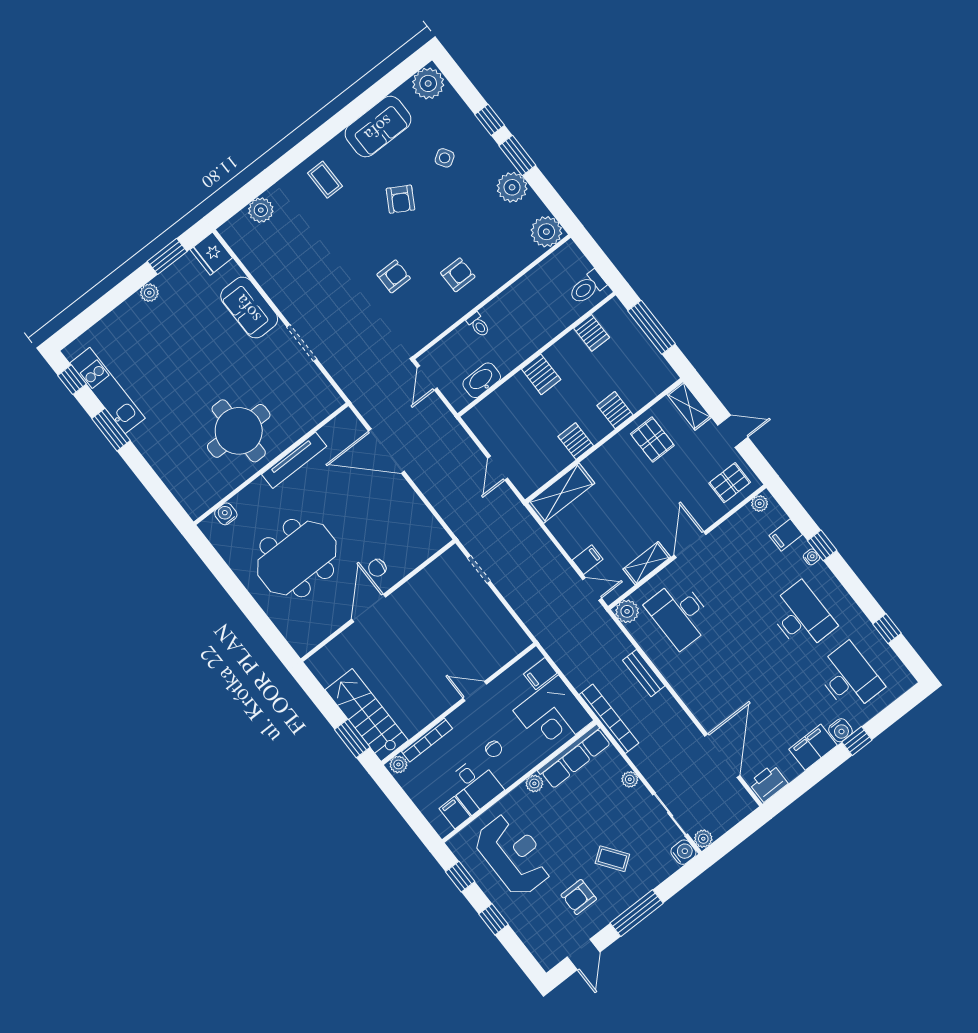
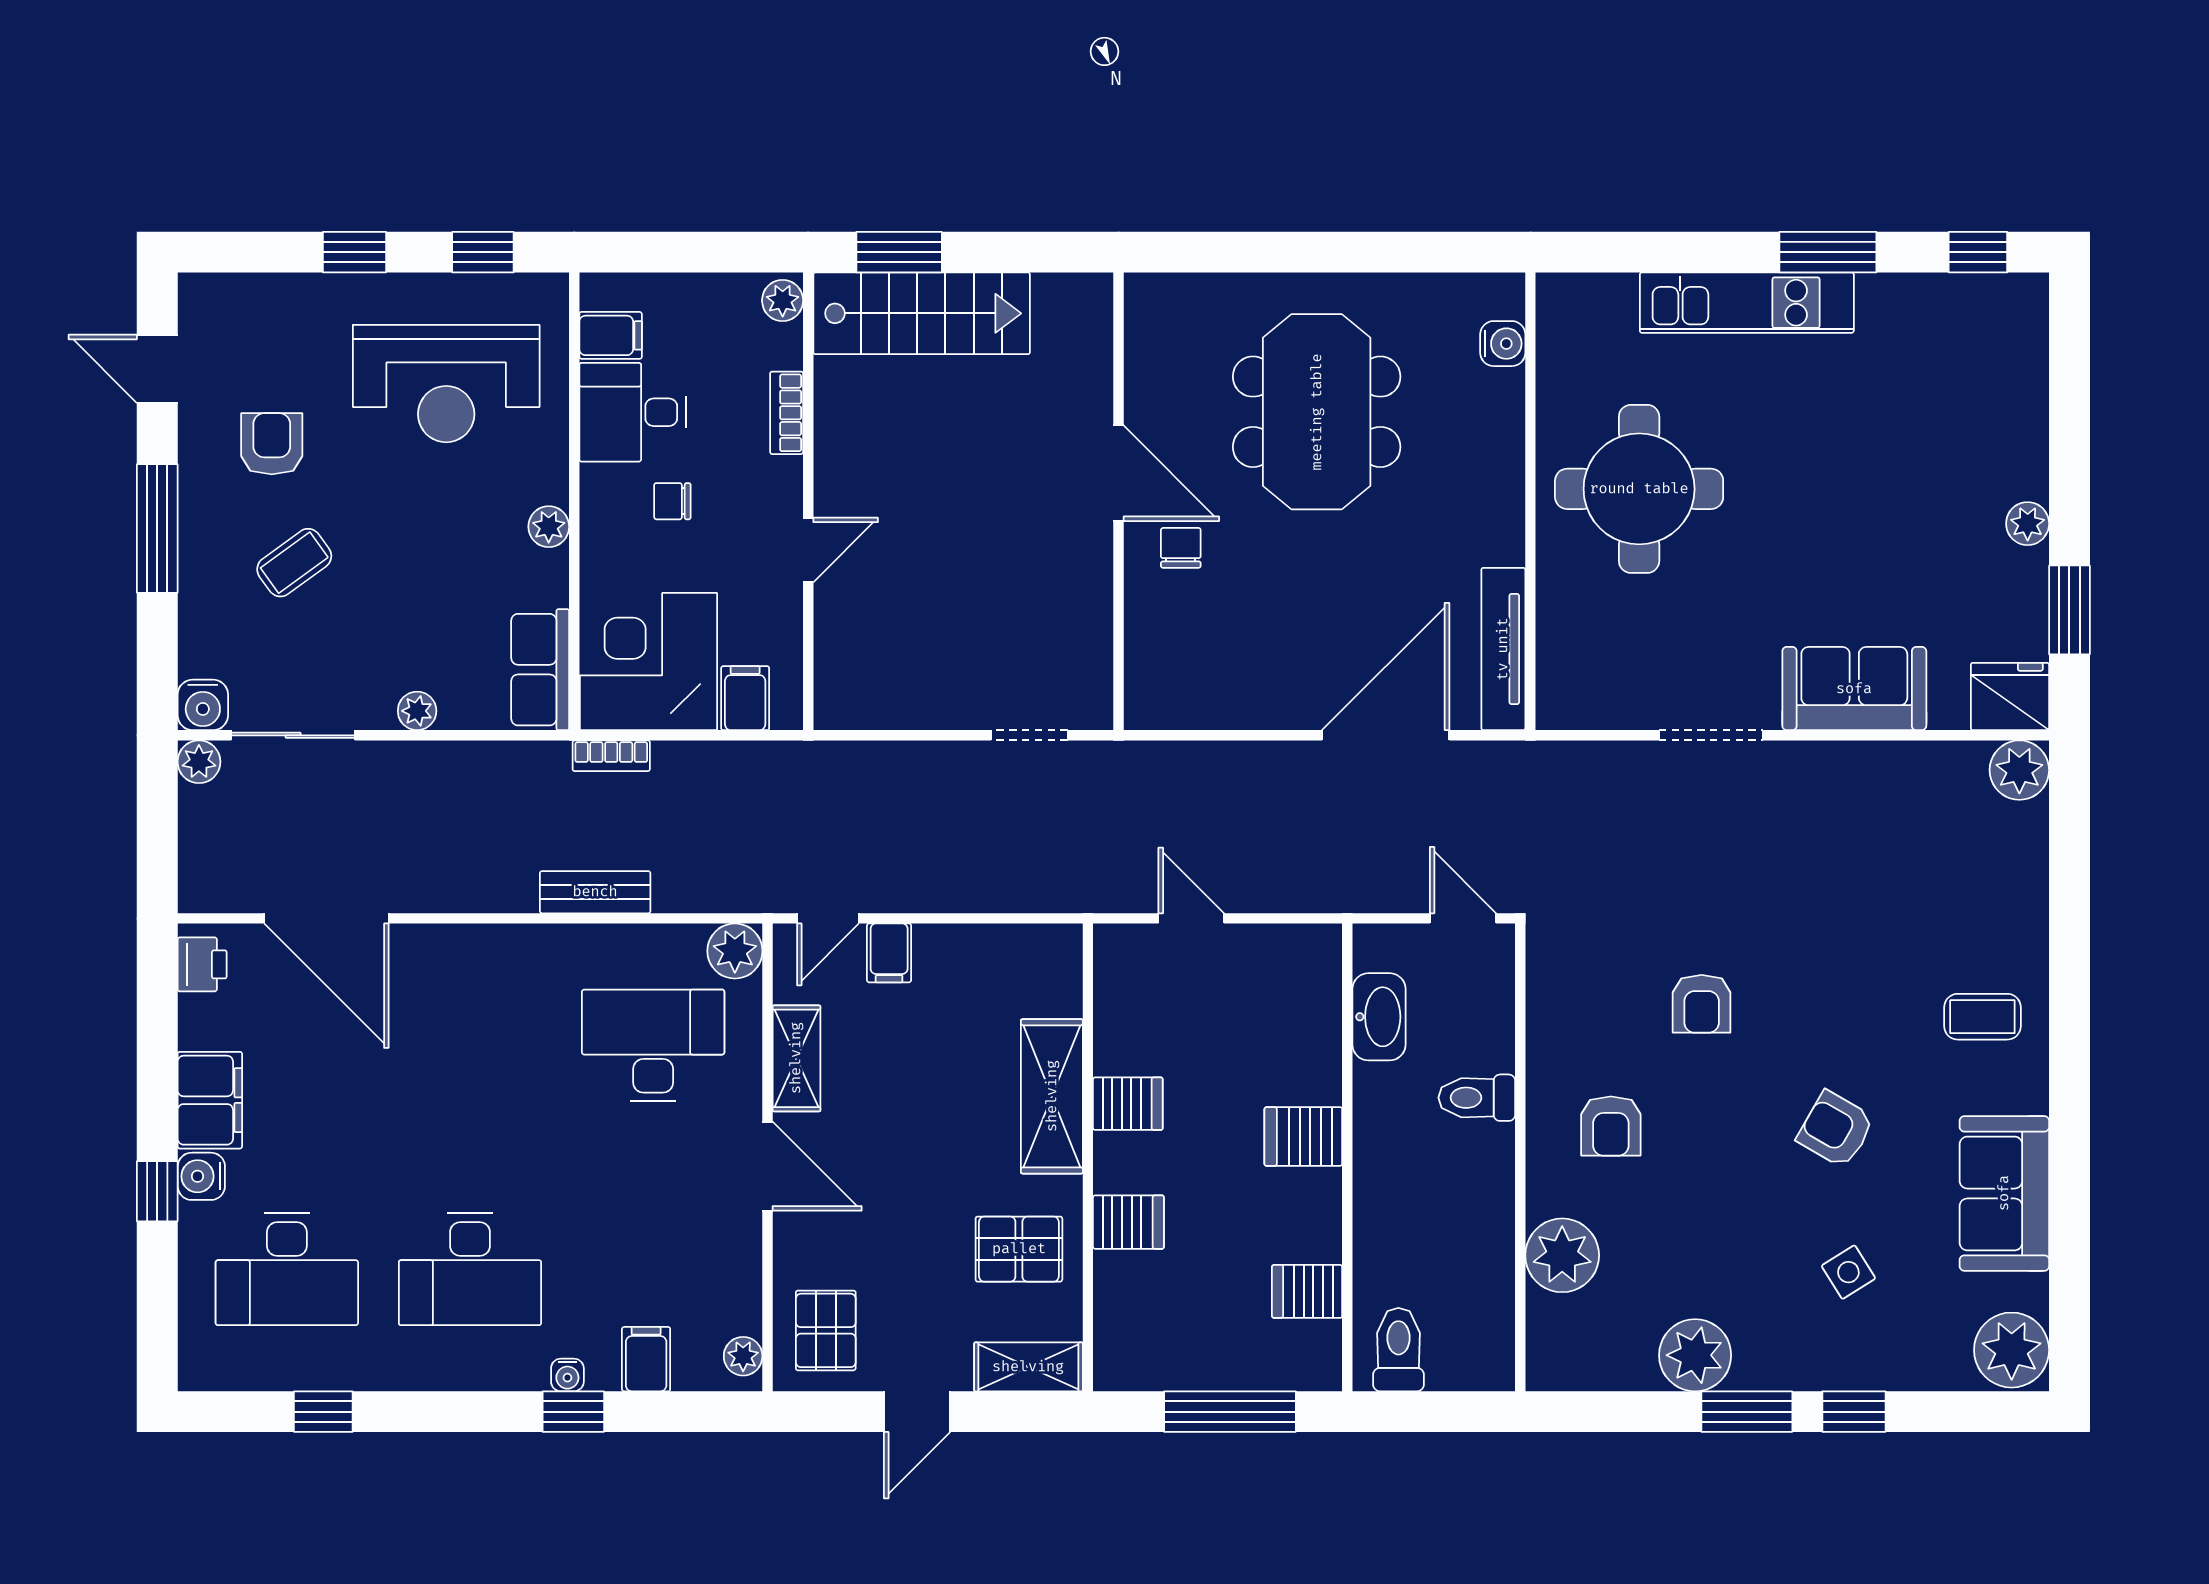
plant: (261, 210) -> (2019, 770), moved
plant: (546, 232) -> (1562, 1255), moved
toilet: (478, 325) -> (1477, 1098), width x1.37, depth x1.39
kitchen unit: (107, 391) -> (1747, 303), moved
tv unit: (294, 460) -> (1503, 649), moved
shelving: (561, 493) -> (1052, 1096), moved
bookcase: (609, 719) -> (611, 756), width x0.43, depth x0.76
bookcase: (427, 740) -> (787, 413), width x0.64
row of seats: (574, 757) -> (540, 670), width x0.68
printer: (768, 783) -> (202, 964), width x0.73, depth x0.81

